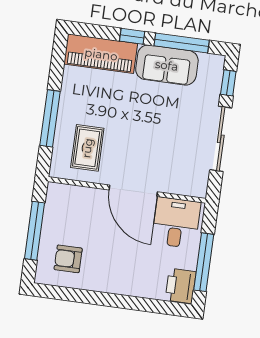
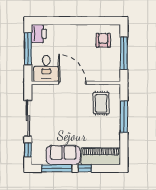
armchair: (68, 259) -> (103, 40), turned -90

